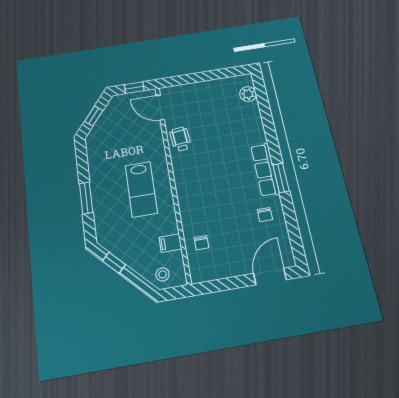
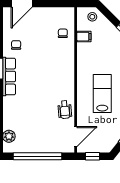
window: (206, 76) -> (38, 156), added
door: (160, 108) -> (76, 137), hinge flipped
lab bench: (141, 189) -> (102, 94), moved

